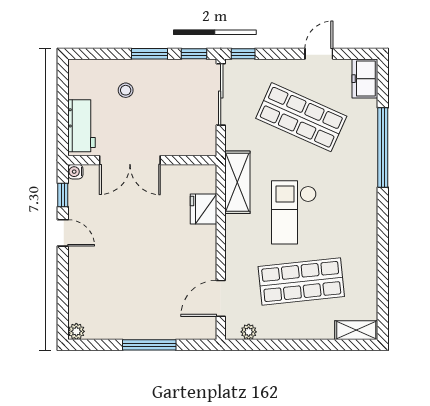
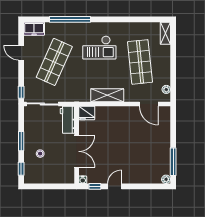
window: (194, 54) -> (21, 169), moved
workbench: (82, 126) -> (67, 120), moved, turned -90
shelving: (237, 182) -> (107, 95), moved
fridge: (204, 209) -> (87, 113), moved
checkout: (294, 212) -> (99, 47), moved
window: (149, 345) -> (173, 162), moved

